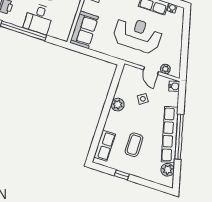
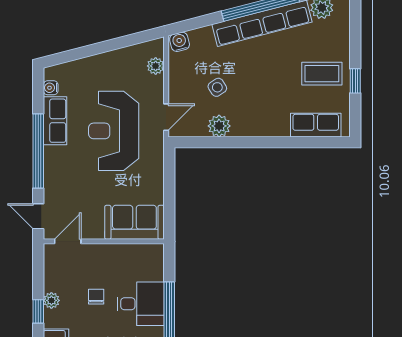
door: (151, 71) -> (166, 117), moved
plant: (118, 105) -> (219, 126), moved
coffee table: (134, 145) -> (322, 74), moved

